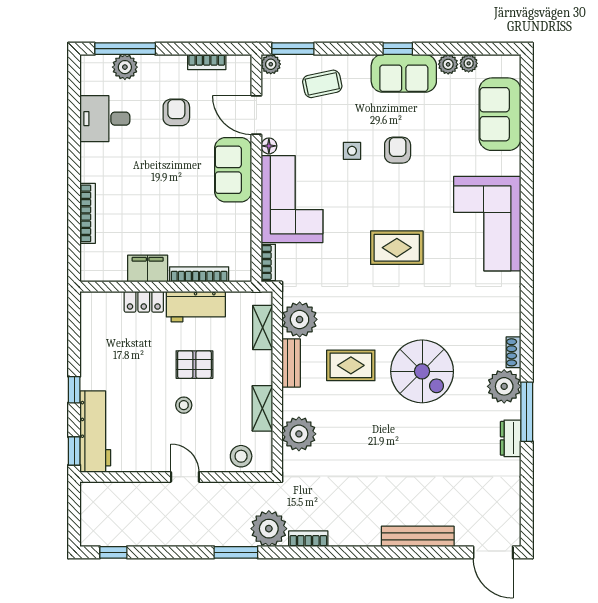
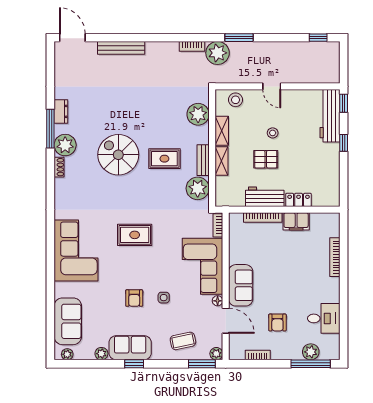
plant: (469, 63) -> (67, 354), moved
shelving: (263, 327) -> (222, 161), moved

